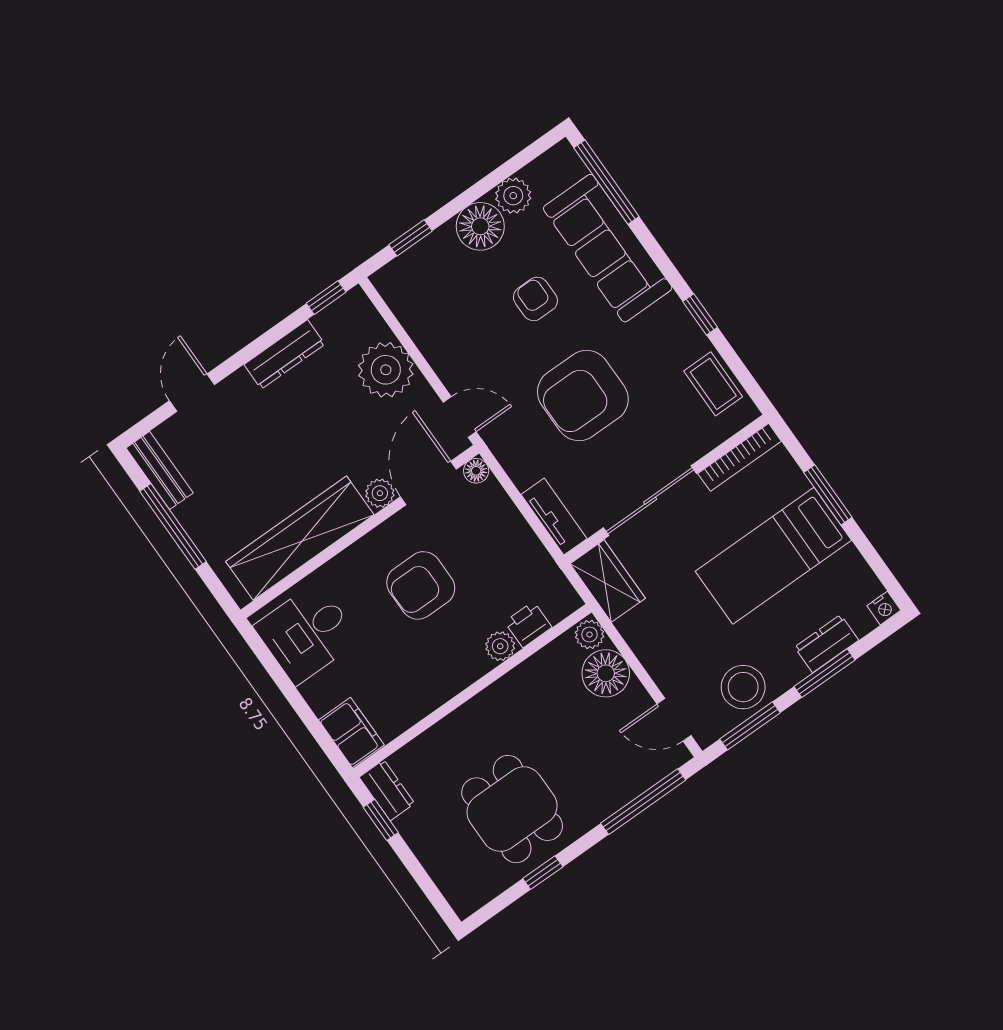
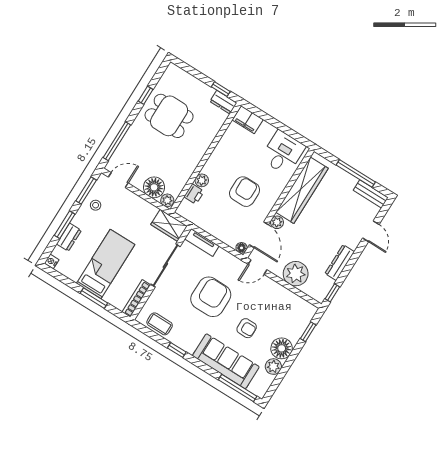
stool: (743, 687) -> (96, 205), width x0.53, depth x0.53

